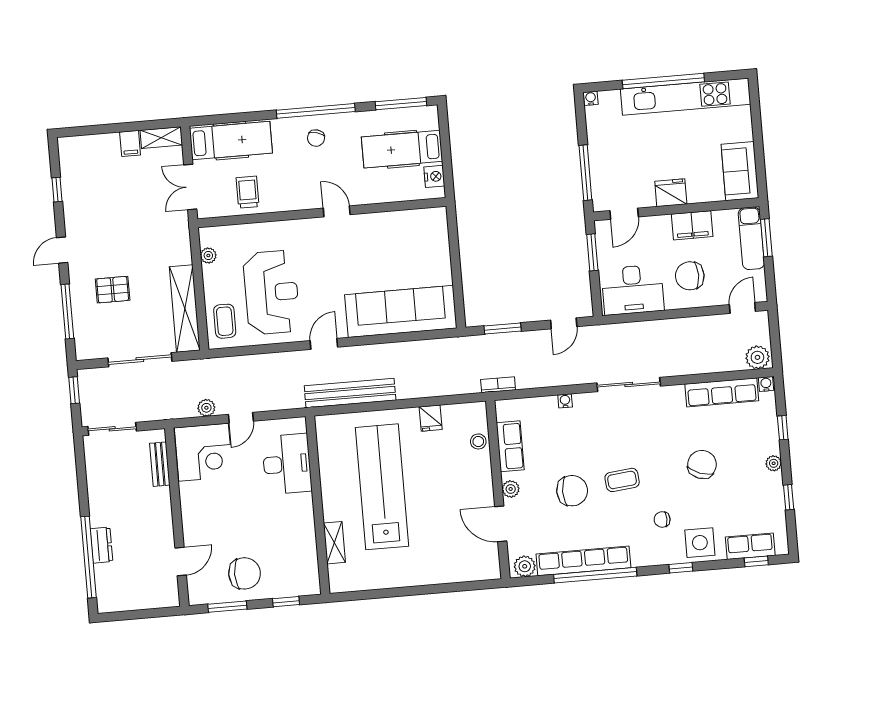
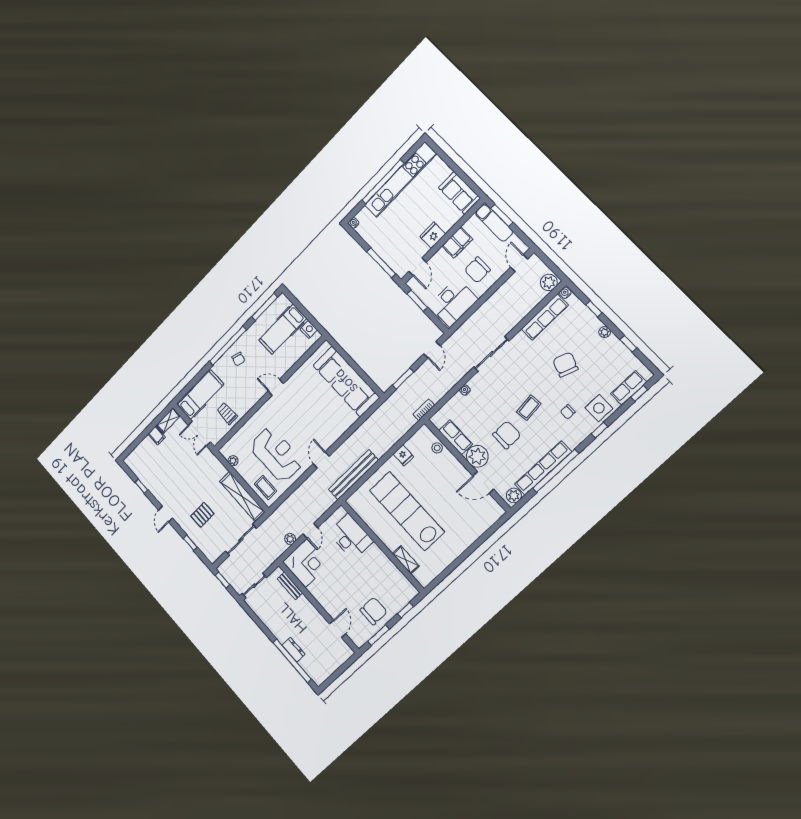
window: (67, 311) -> (190, 543), width x0.46
sofa: (401, 311) -> (346, 381), moved, turned -90
plant: (511, 489) -> (477, 456), width x1.87, depth x1.87

